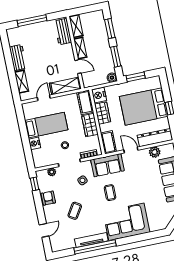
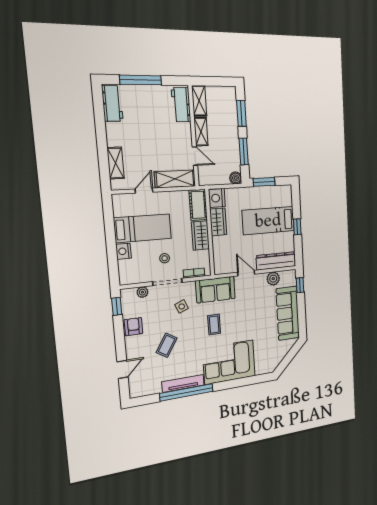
workbench: (18, 58) -> (112, 103), moved
bed: (144, 106) -> (268, 221), width x0.67
cot: (109, 142) -> (221, 260), removed

